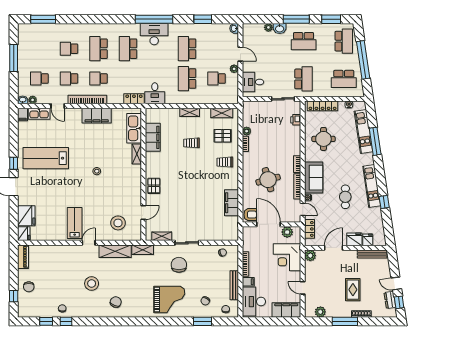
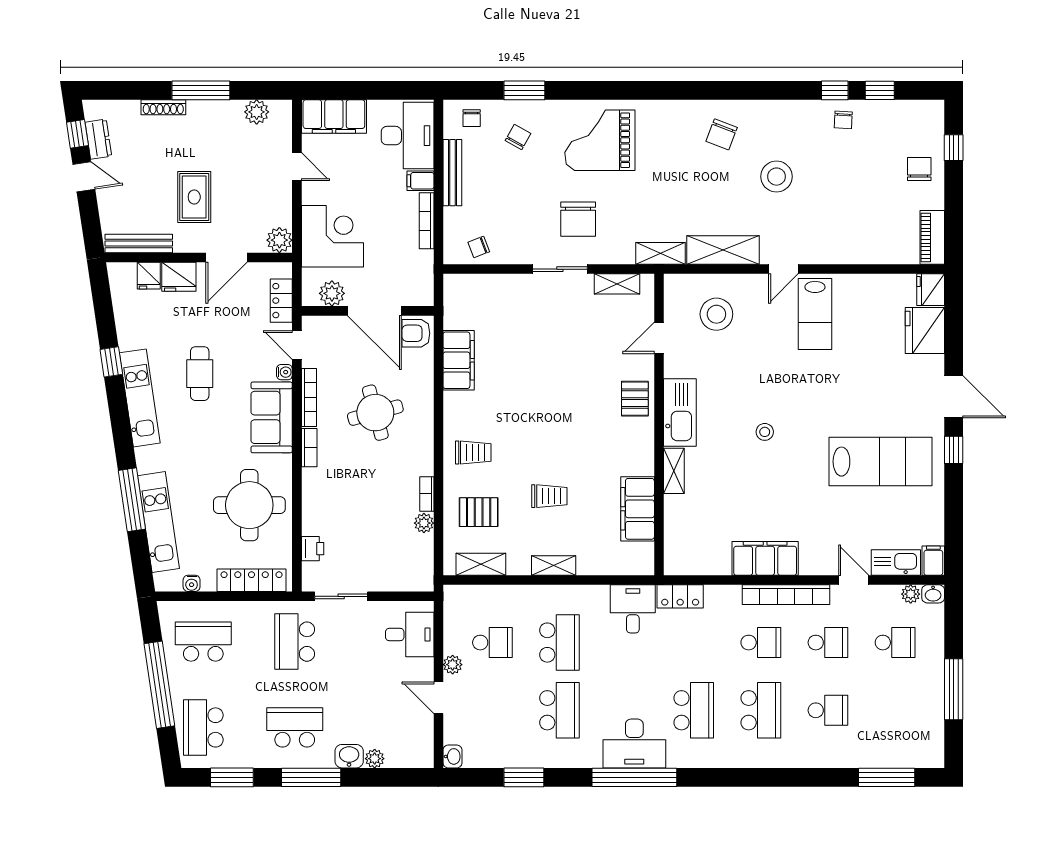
kitchen sink: (134, 128) -> (680, 412), moved
round table: (323, 139) -> (249, 505), width x1.36, depth x1.36
rug: (353, 290) -> (194, 197), moved

